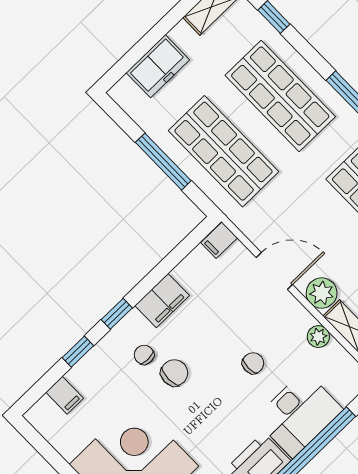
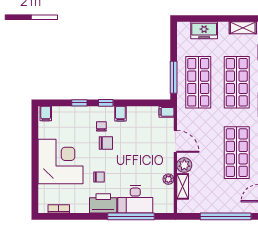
window: (163, 162) -> (174, 77), moved
filing cabinet: (162, 301) -> (120, 114), width x0.50
chair: (253, 363) -> (99, 177), moved
filing cabinet: (65, 395) -> (46, 114), moved

